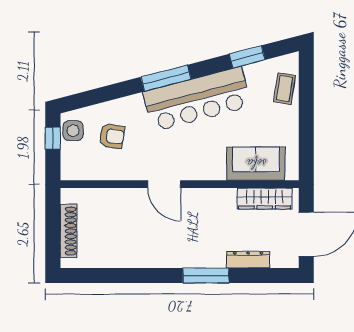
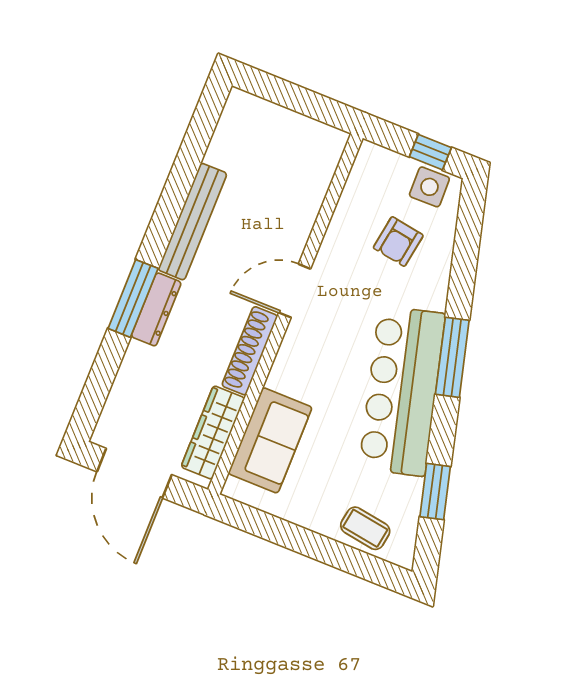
shoe rack: (69, 231) -> (250, 351), moved, turned 90
bench: (148, 259) -> (192, 222), added
dresser: (248, 260) -> (156, 309), moved

